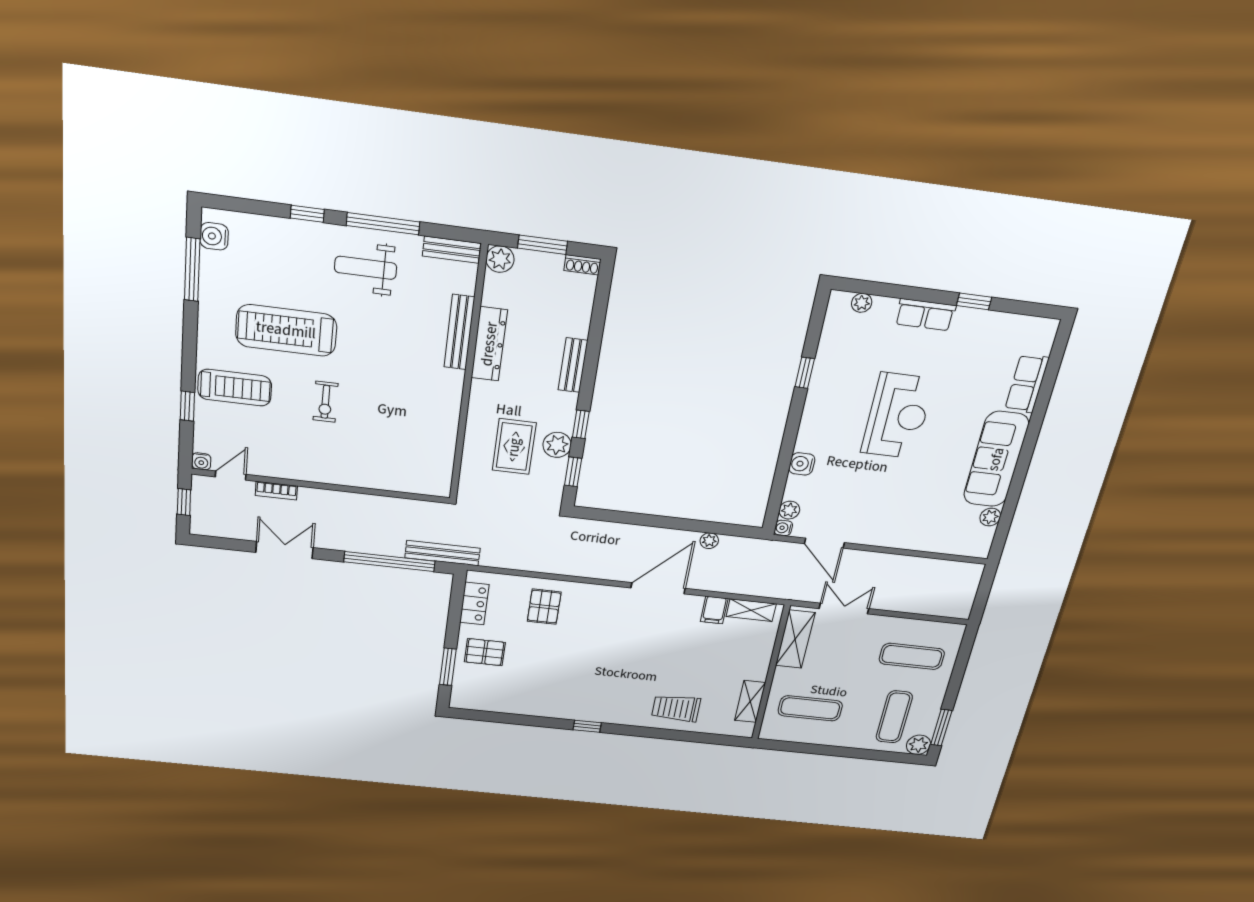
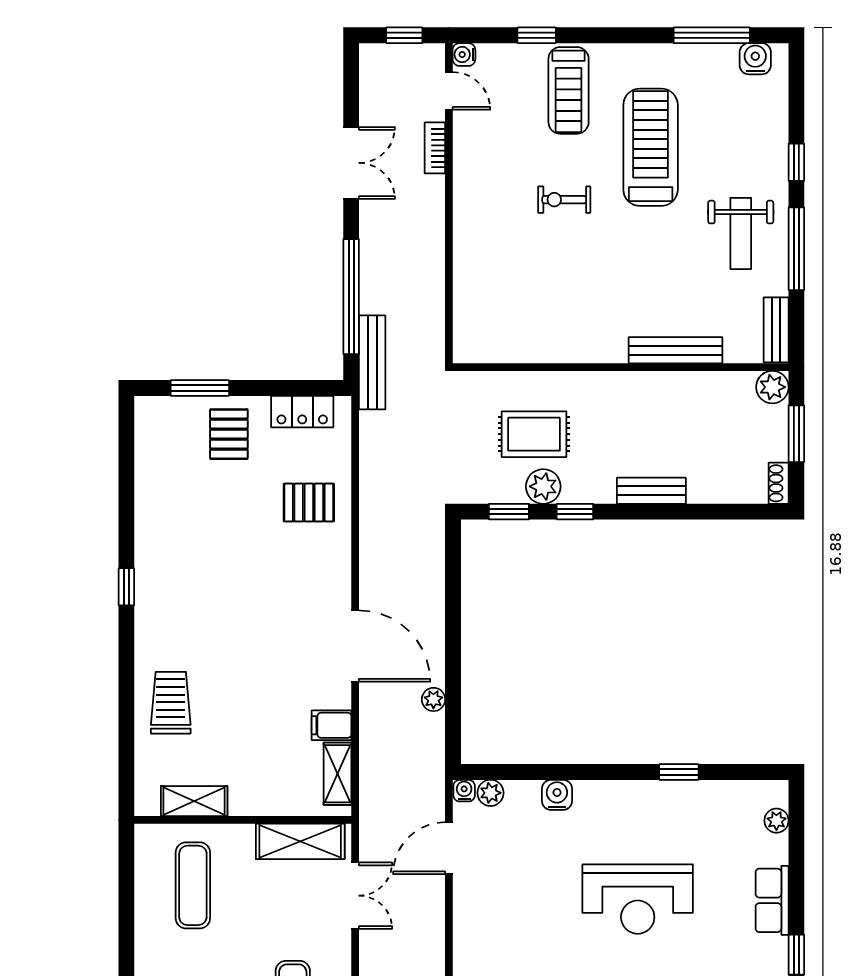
weight bench: (366, 268) -> (741, 233), turned 180
dresser: (489, 344) -> (665, 387), removed

